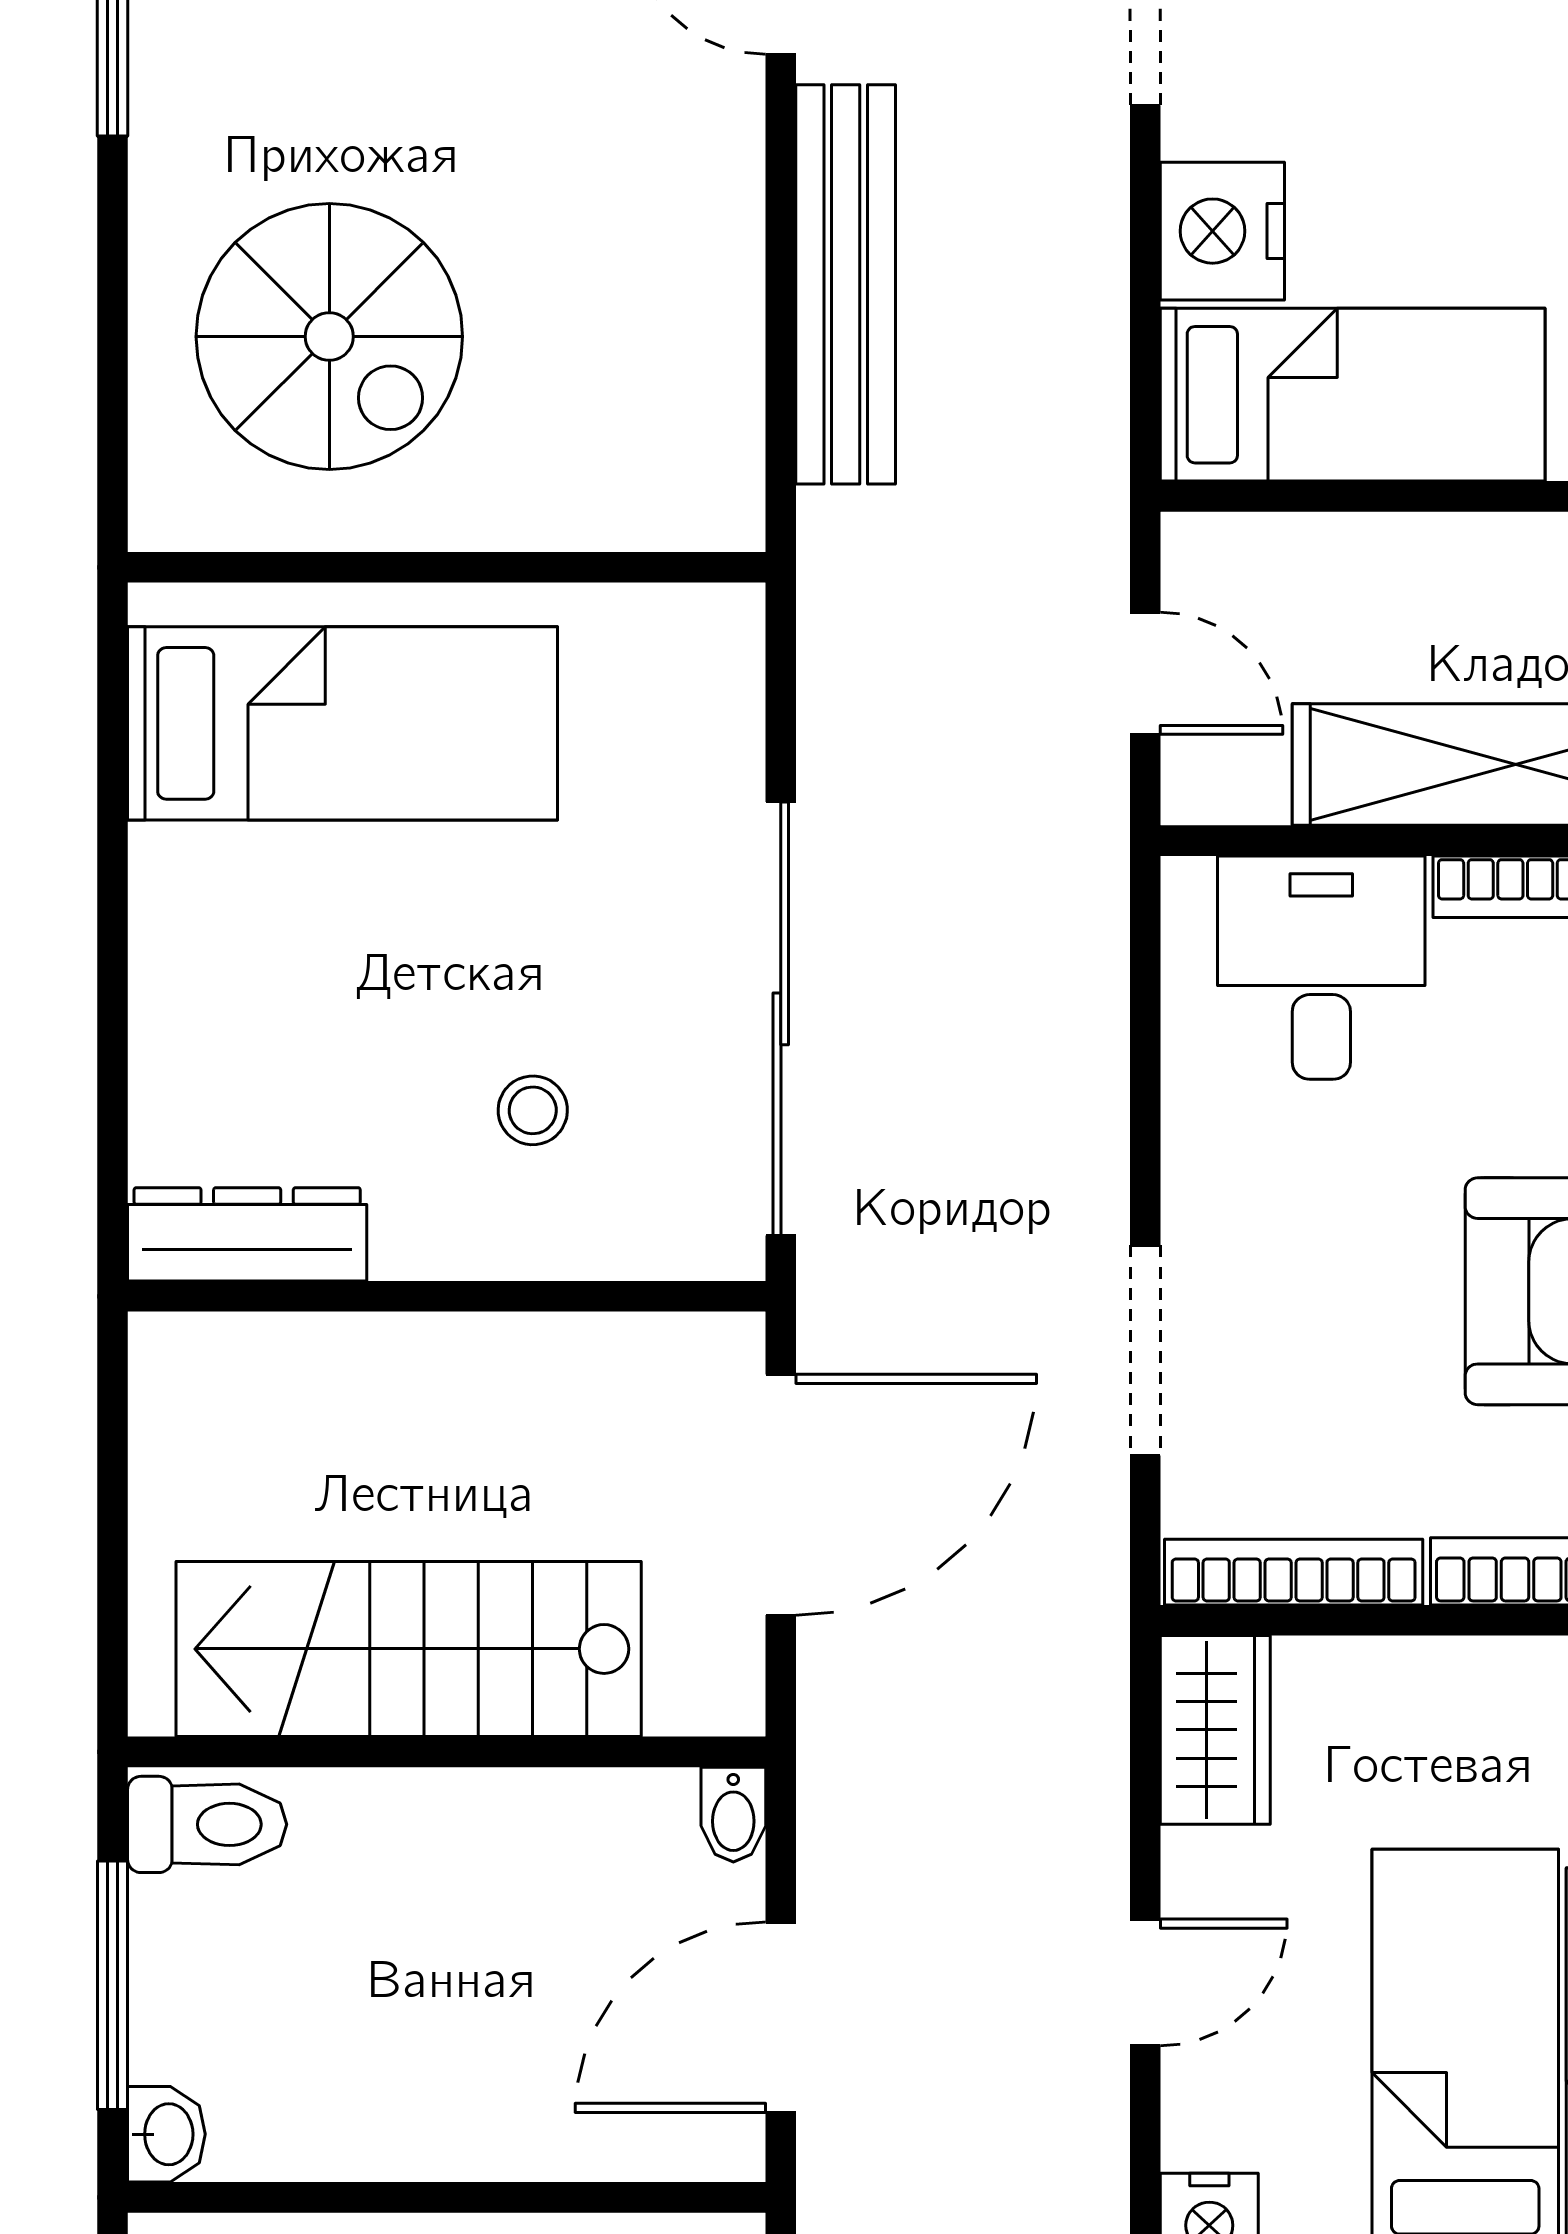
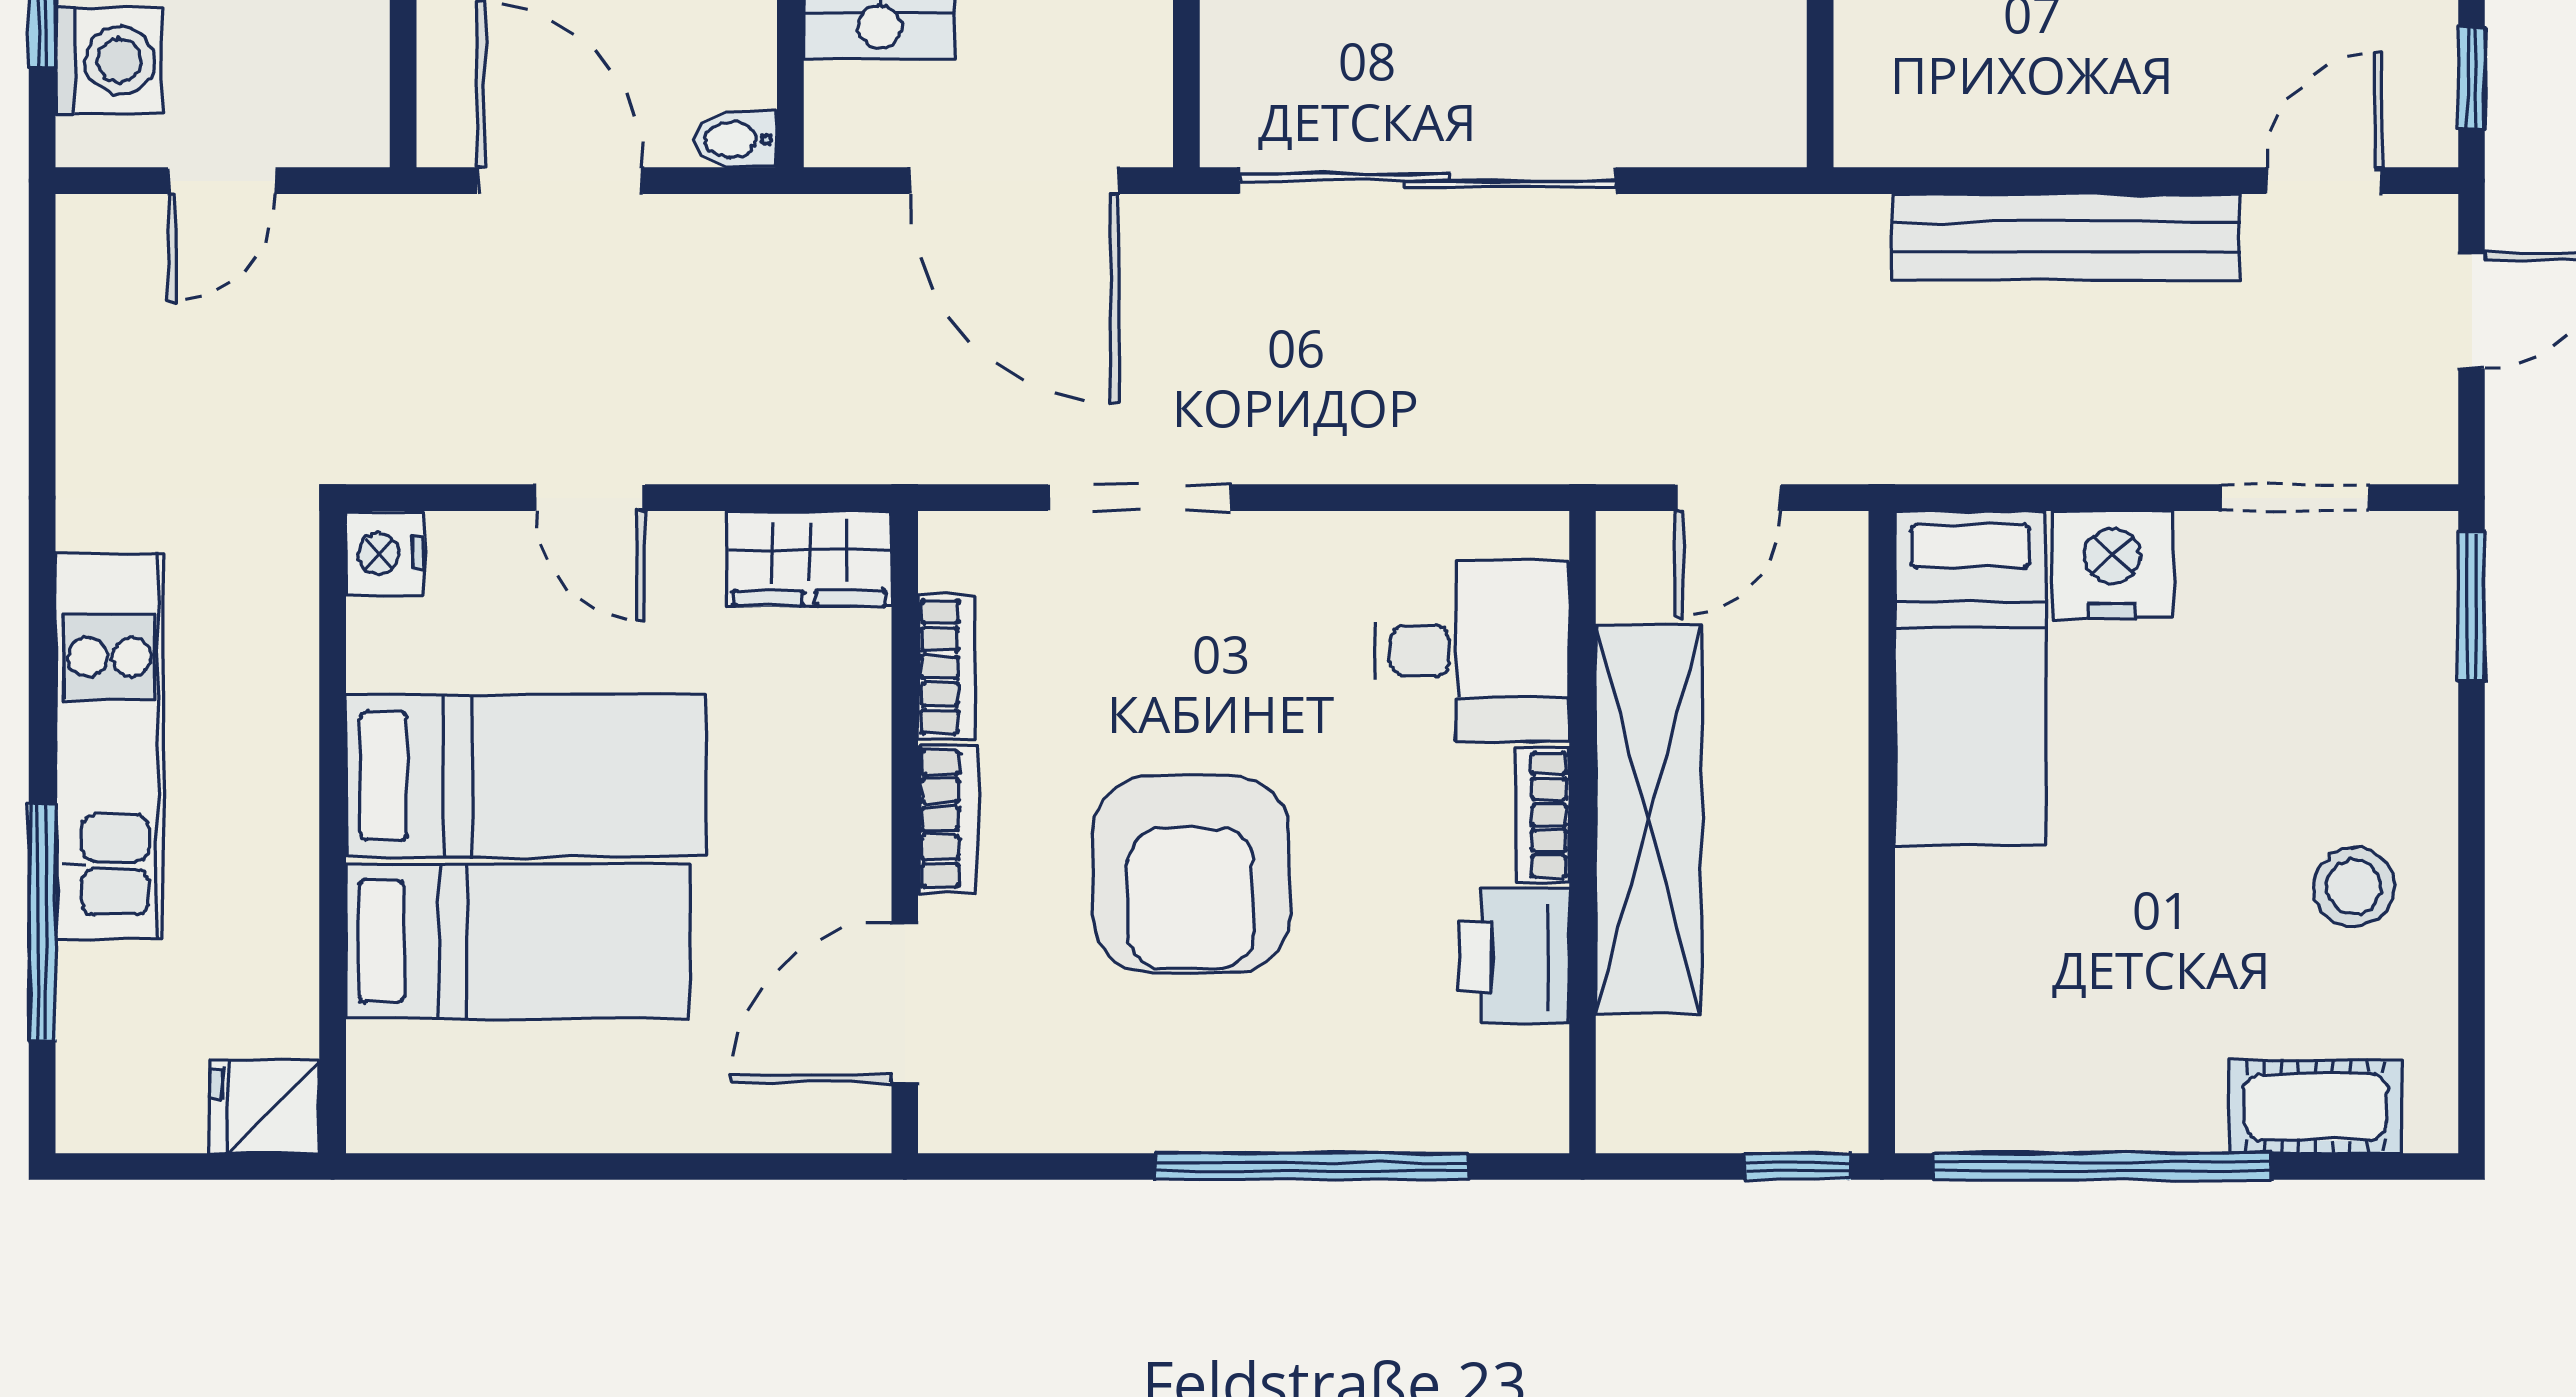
bookcase: (1294, 1572) -> (947, 667), width x0.64

